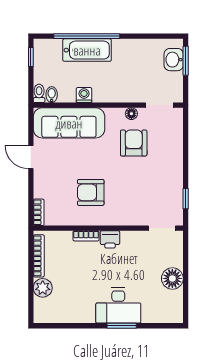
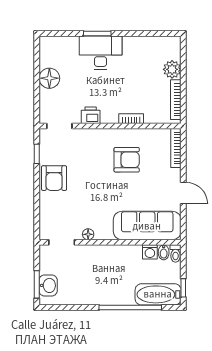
bathtub: (87, 50) -> (158, 294), moved
washing machine: (84, 95) -> (150, 252), moved
armchair: (134, 143) -> (54, 178), moved
bookcase: (39, 212) -> (176, 148), width x1.56
printer: (110, 239) -> (91, 115), moved

